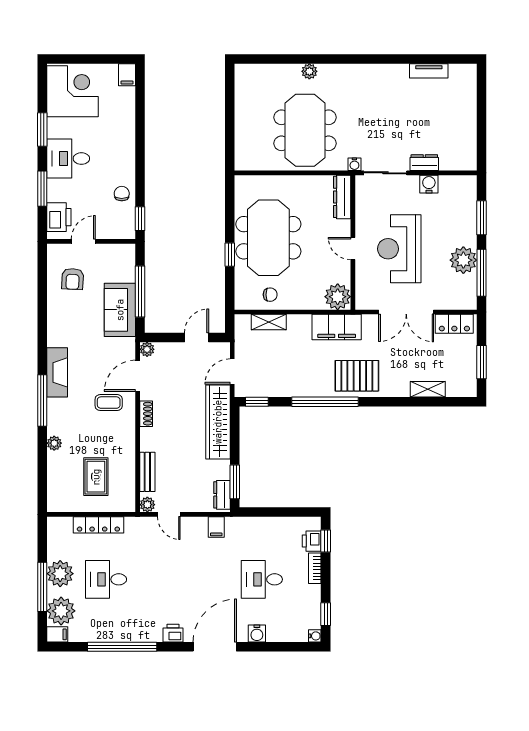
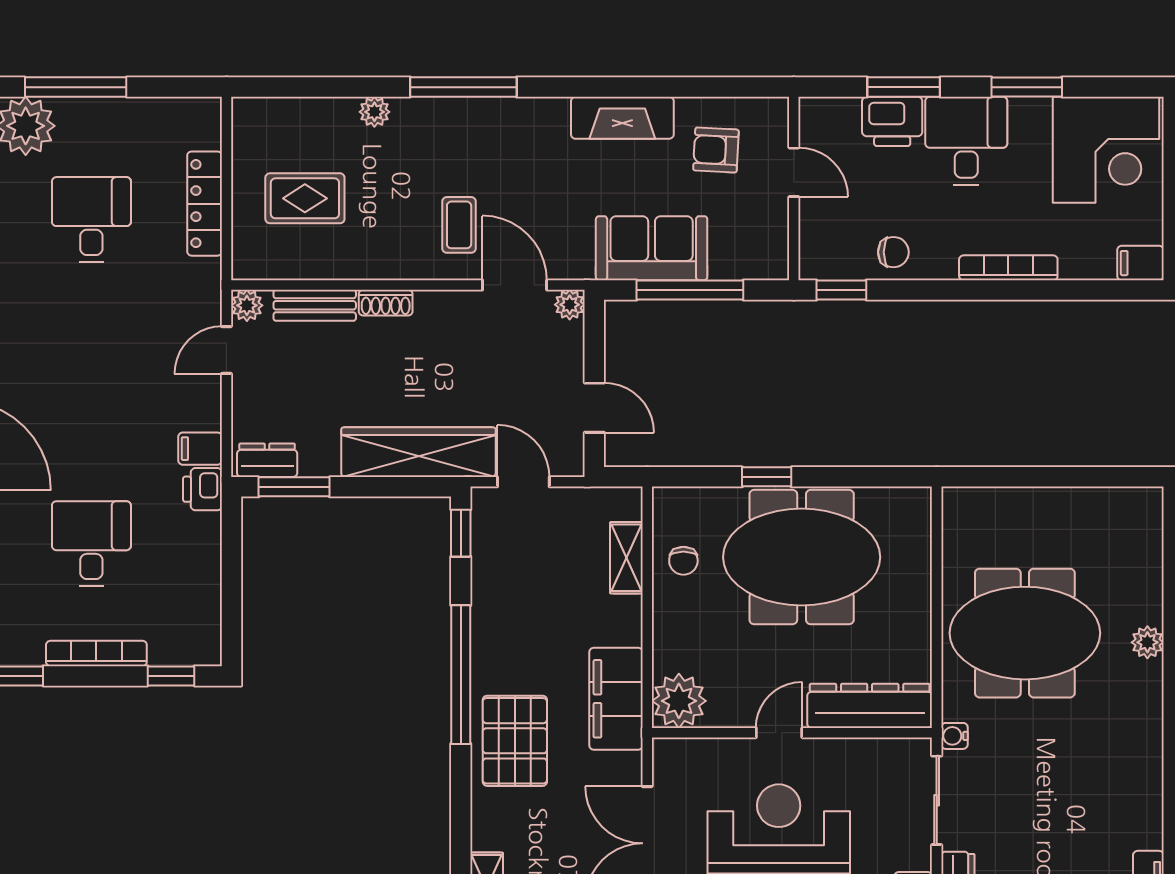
bookcase: (129, 138) -> (1008, 268), added
dresser: (342, 197) -> (870, 706), width x1.37, depth x1.24
printer: (59, 217) -> (892, 121), moved
fireplace: (57, 372) -> (622, 118), moved
shoe rack: (146, 414) -> (386, 303), moved
printer: (312, 541) -> (203, 489), moved, turned -90
bookcase: (315, 568) -> (96, 653), width x1.56
plant: (60, 574) -> (103, 124), removed

